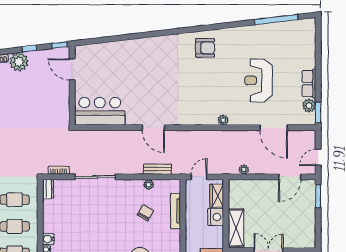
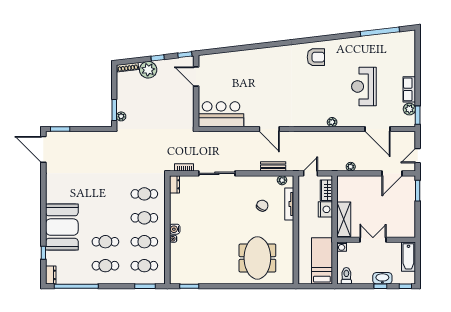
plant: (149, 185) -> (282, 180), moved

